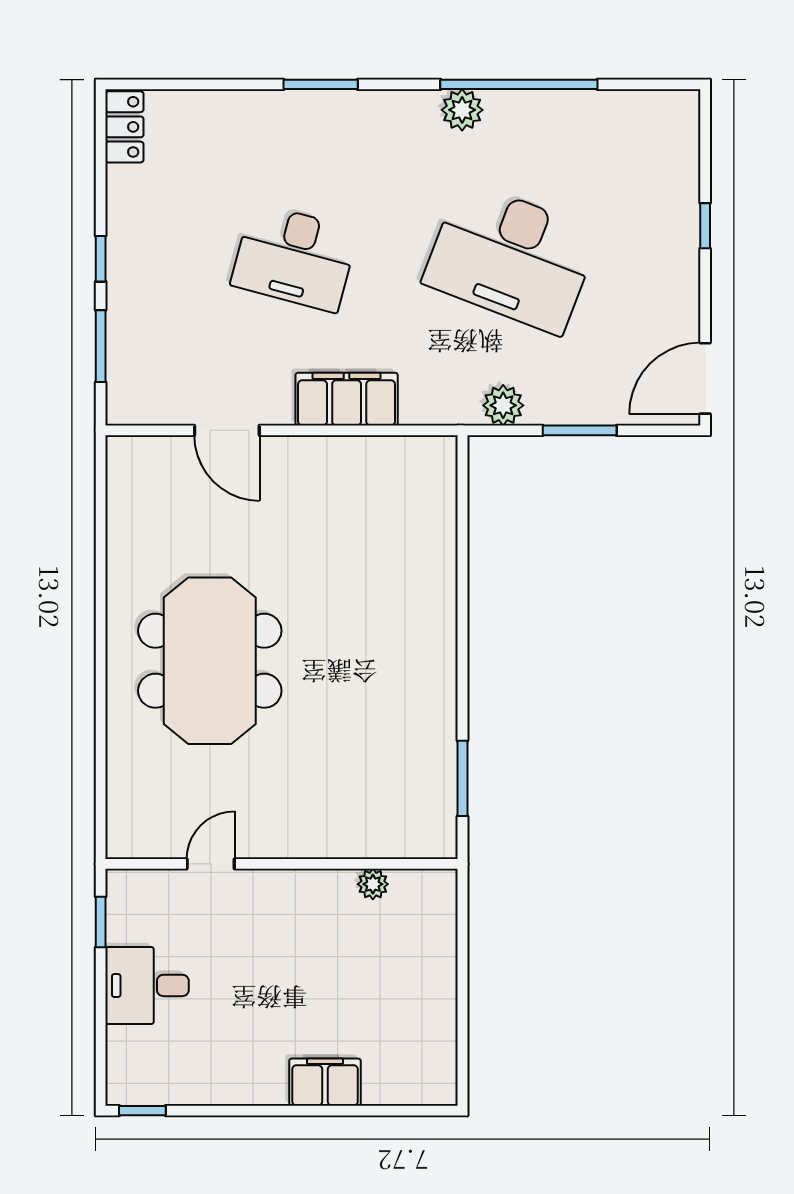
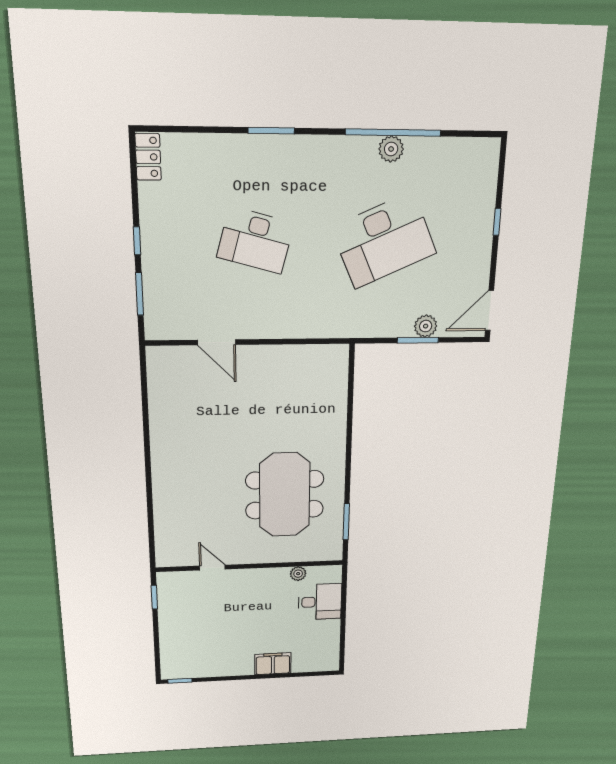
plant: (462, 110) -> (391, 149), moved
desk: (511, 257) -> (384, 241), turned -45
filing cabinet: (347, 399) -> (286, 324), removed
plant: (503, 405) -> (426, 326), moved
meeting table: (210, 661) -> (285, 495), moved
door: (211, 864) -> (212, 568), hinge flipped
desk: (147, 985) -> (320, 602), moved, turned 180

